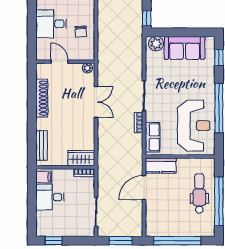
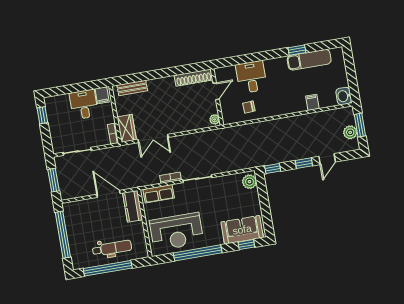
sofa: (185, 48) -> (242, 230), moved, turned 90
shoe rack: (42, 98) -> (194, 78), moved
double door: (96, 102) -> (153, 138), moved

